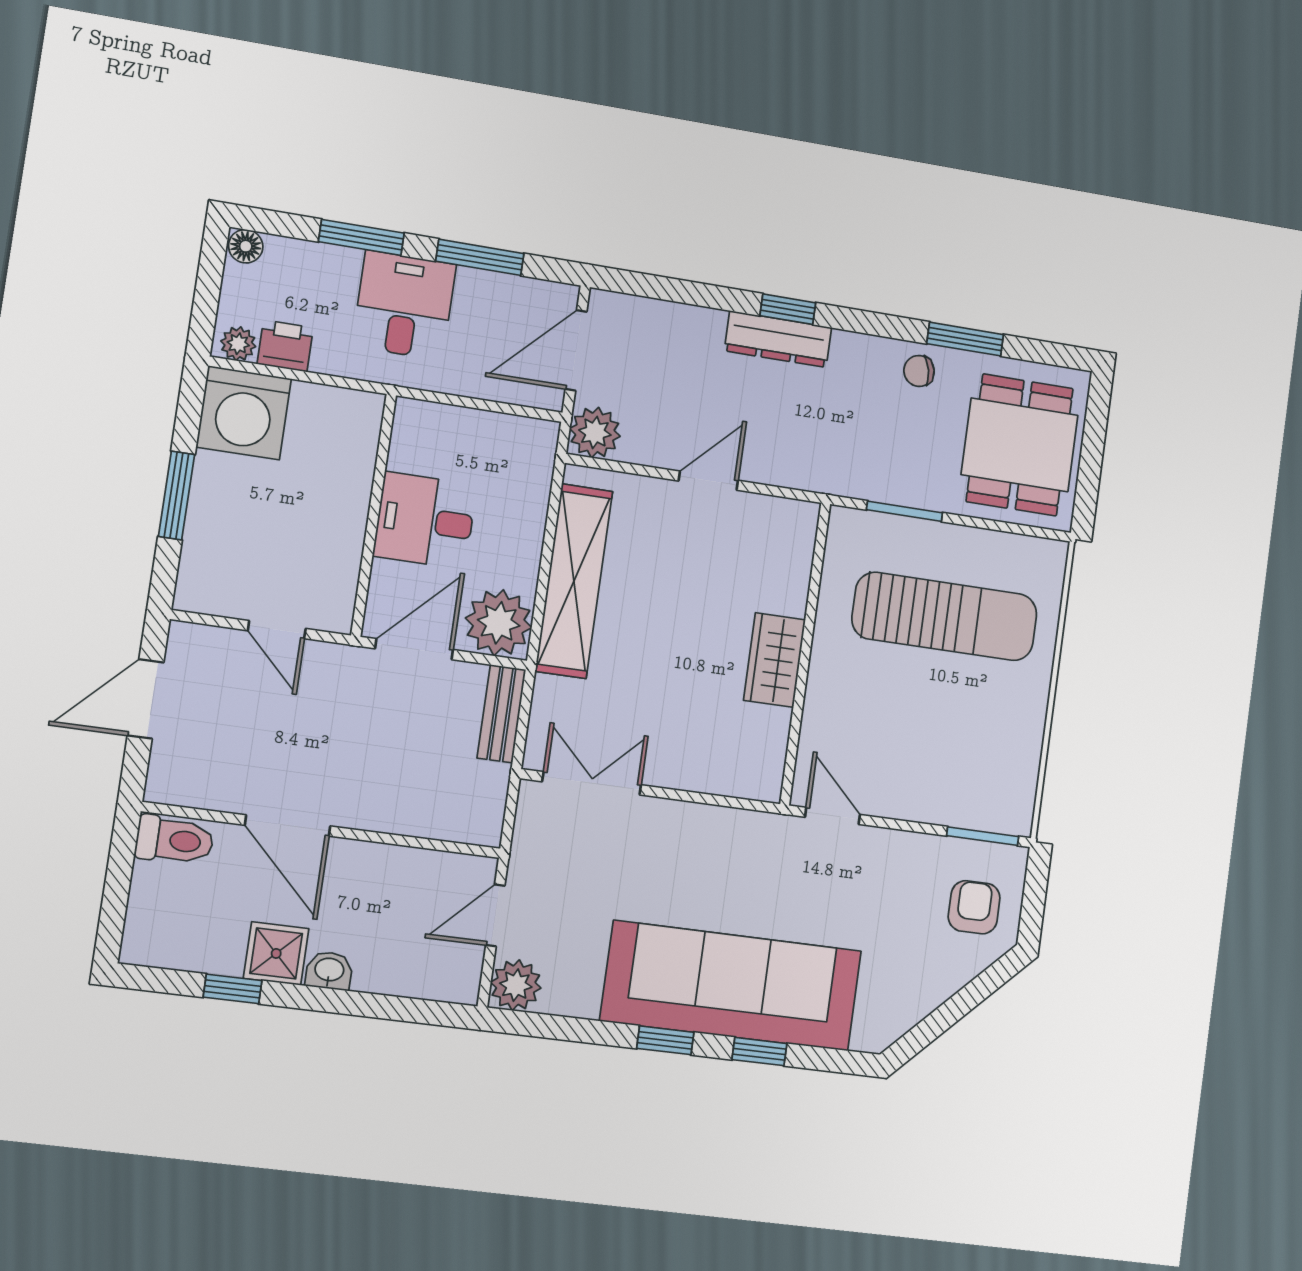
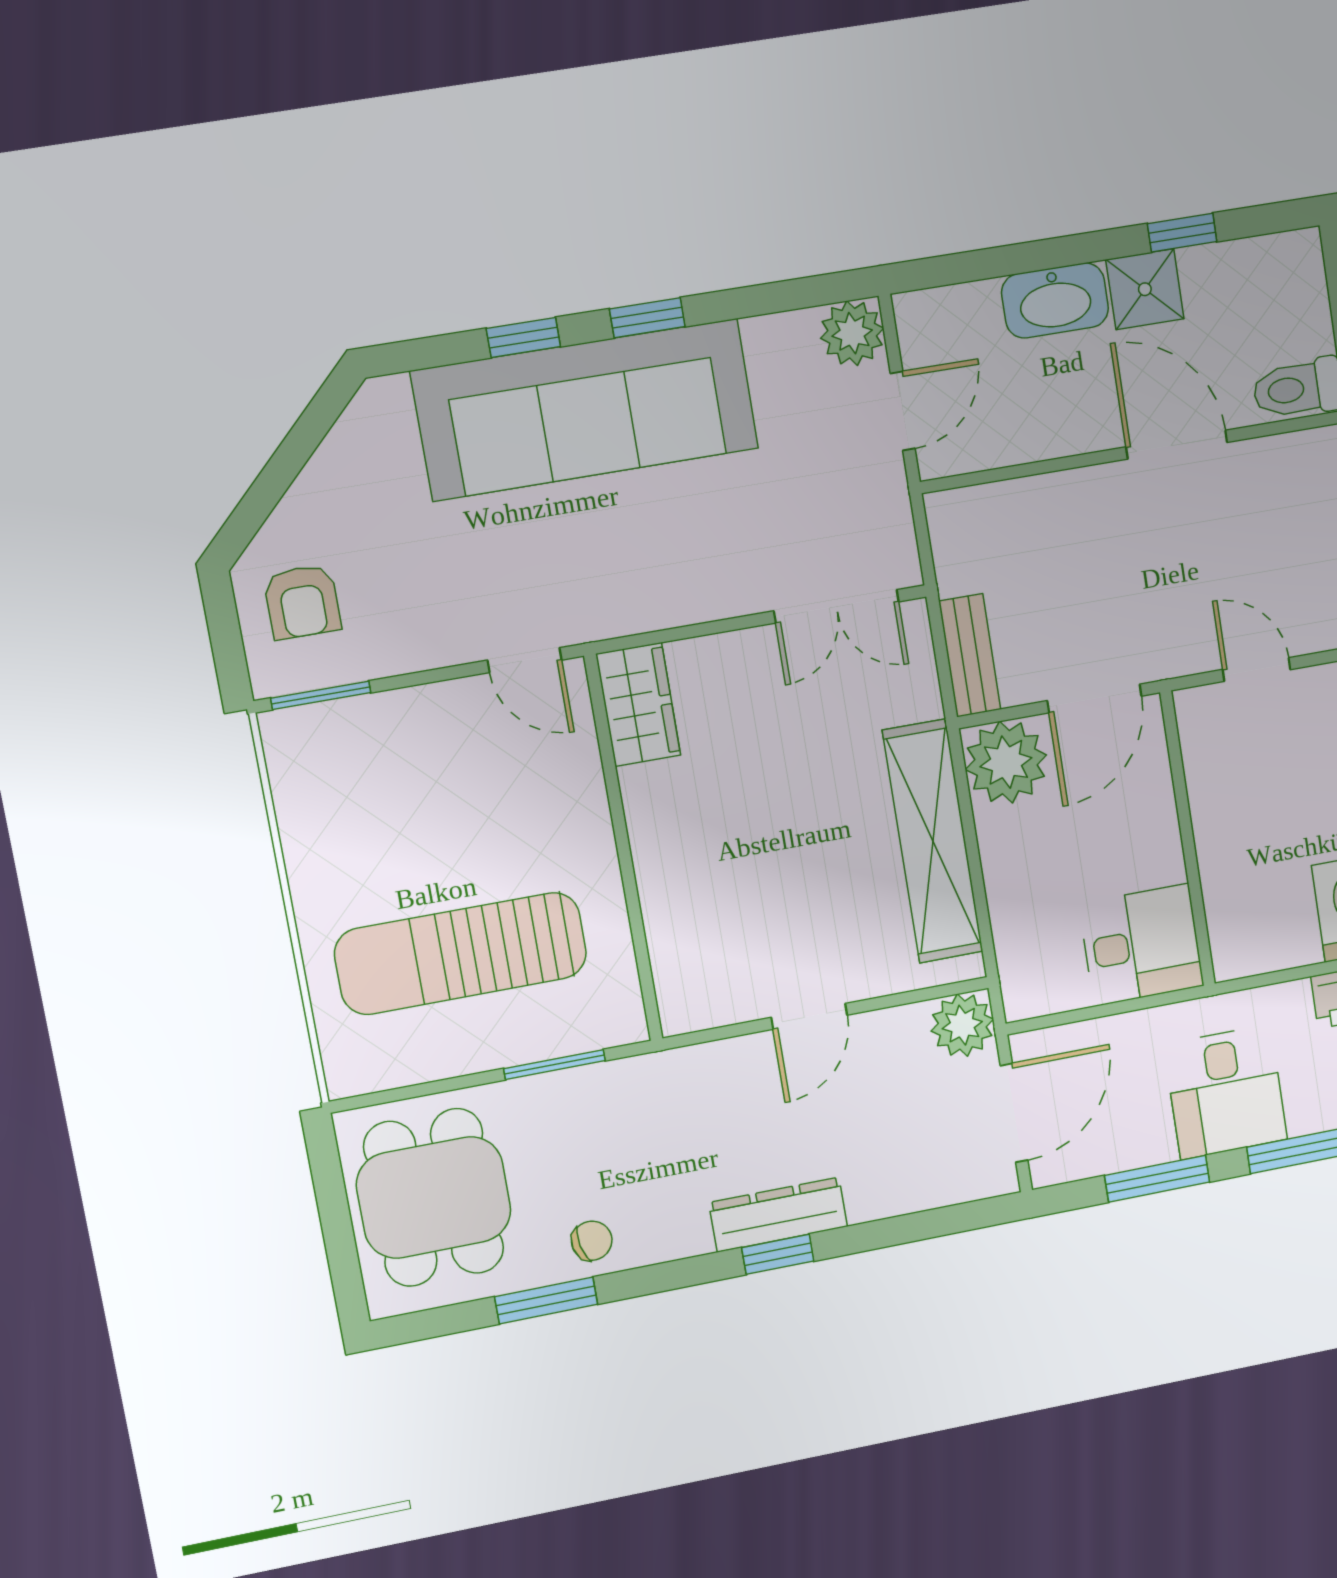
desk: (425, 521) -> (1141, 945), moved
wardrobe: (774, 660) -> (638, 705), moved
washbasin: (329, 971) -> (1055, 301), width x1.91, depth x1.45

